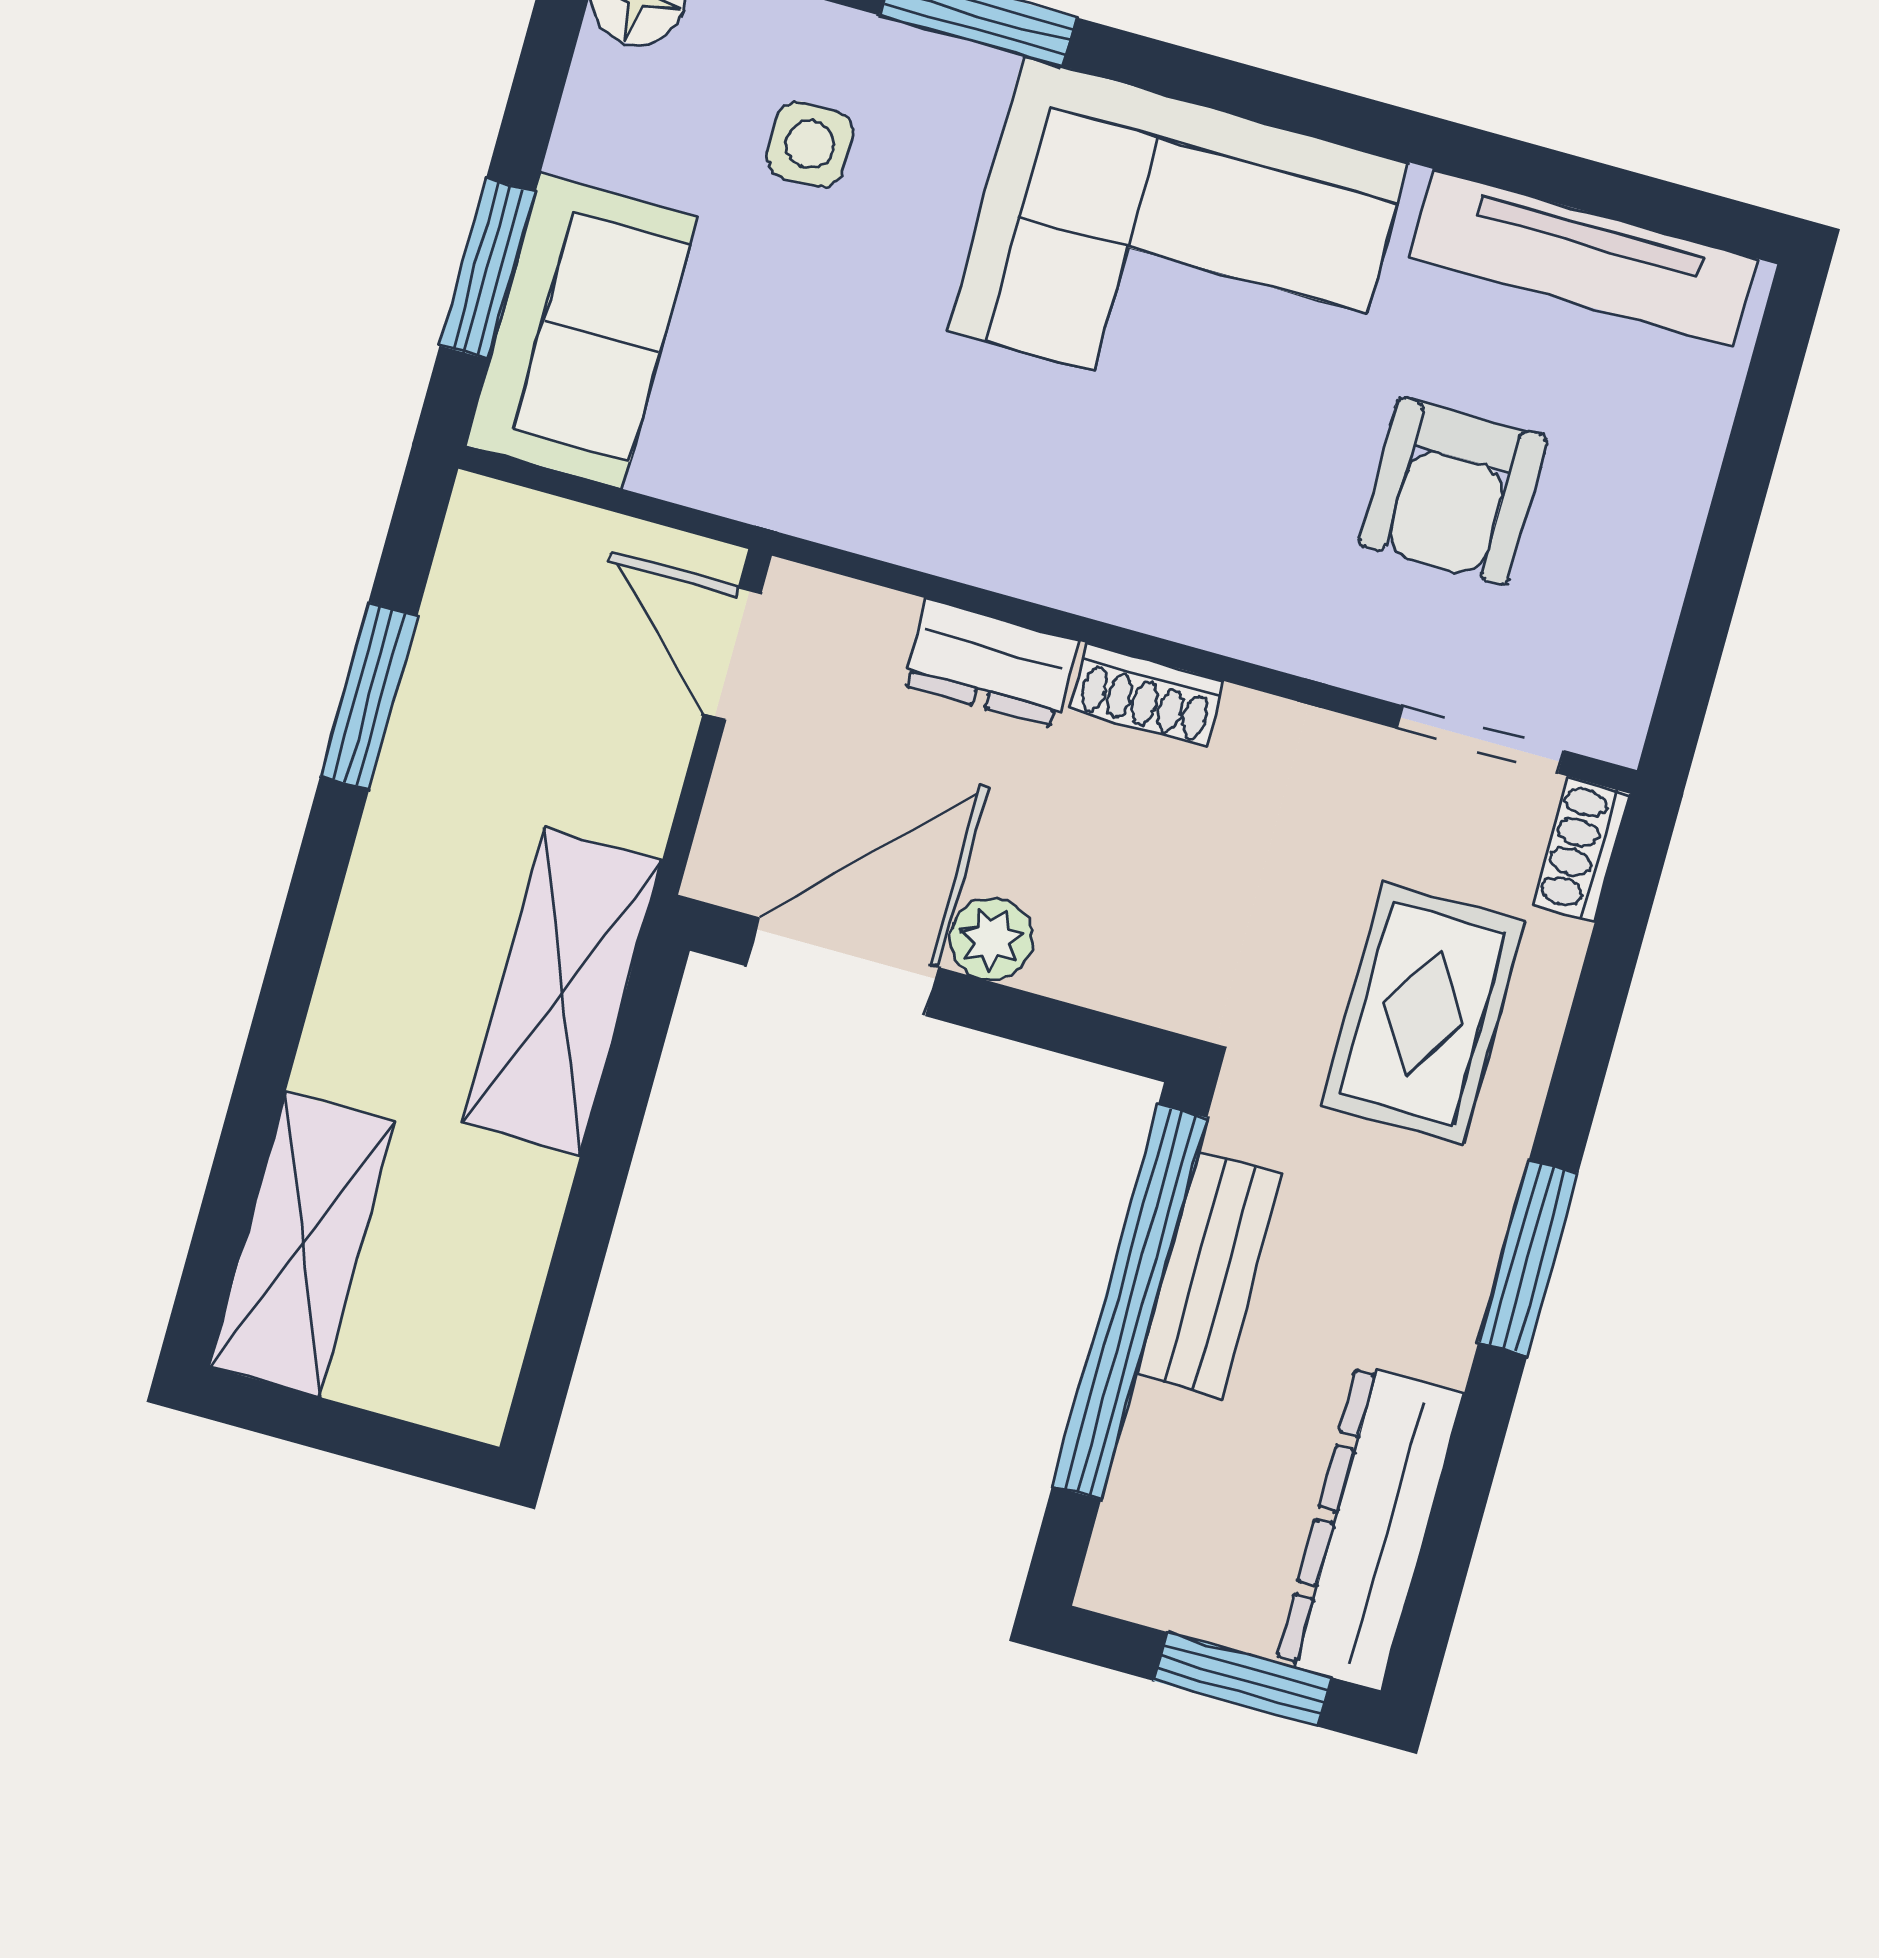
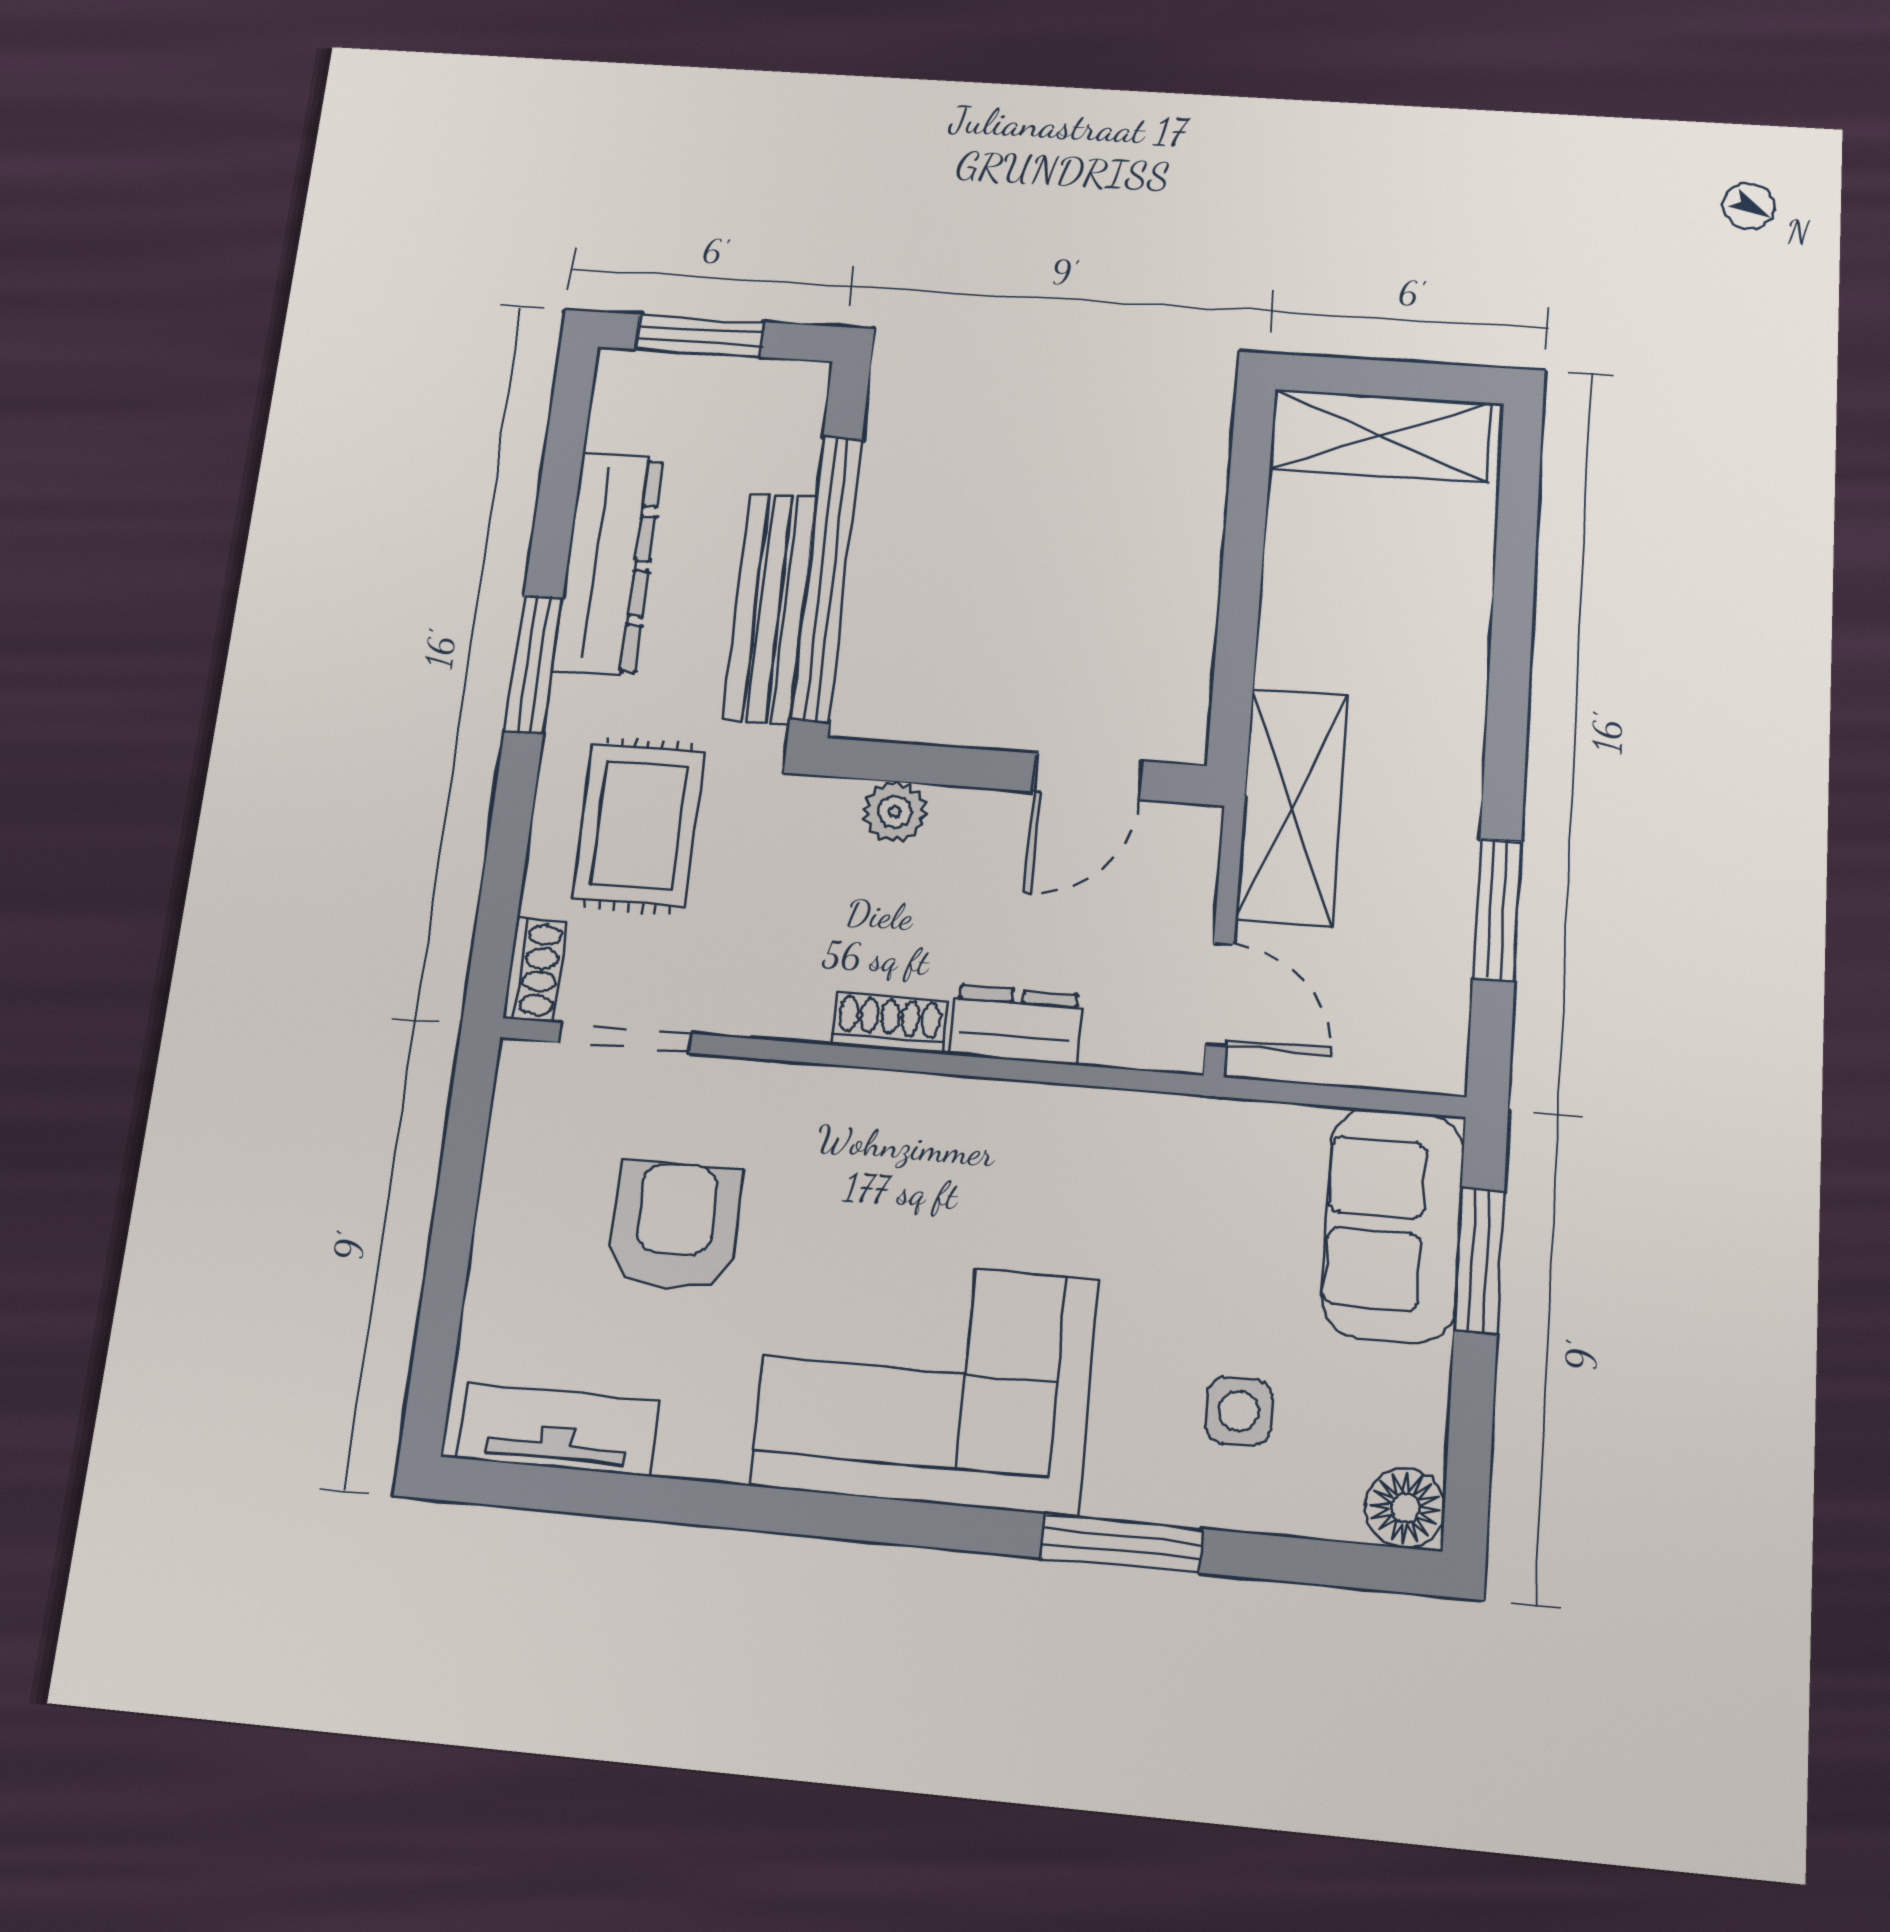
tv unit: (1583, 258) -> (558, 1430), width x0.71
plant: (992, 939) -> (895, 812), moved
door: (842, 967) -> (1088, 776), width x0.73
shelving: (562, 991) -> (1292, 807), moved
shelving: (302, 1244) -> (1380, 436), moved, turned 90
bench: (1210, 1274) -> (770, 608), width x1.36
dresser: (1370, 1528) -> (608, 563), moved

